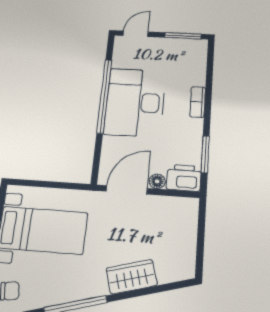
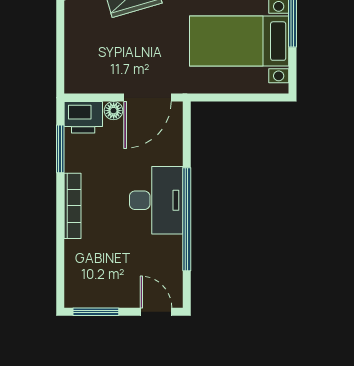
door: (136, 34) -> (156, 312), swing flipped
desk: (135, 102) -> (156, 200), width x0.73, depth x0.77
bookcase: (198, 102) -> (72, 206), width x1.56

